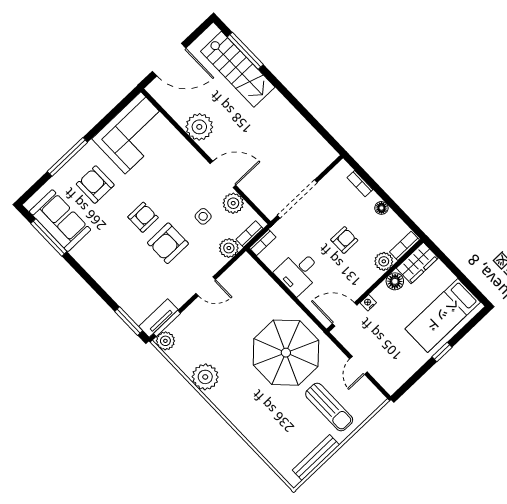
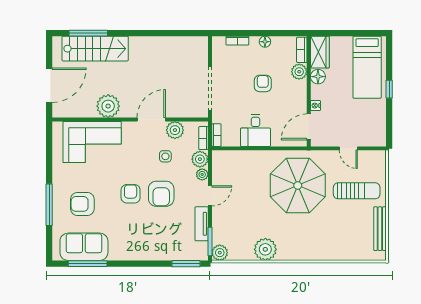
corner sofa: (133, 133) -> (92, 142), moved, turned 90
plant: (218, 262) -> (202, 174), added
tv unit: (158, 318) -> (202, 224), moved

